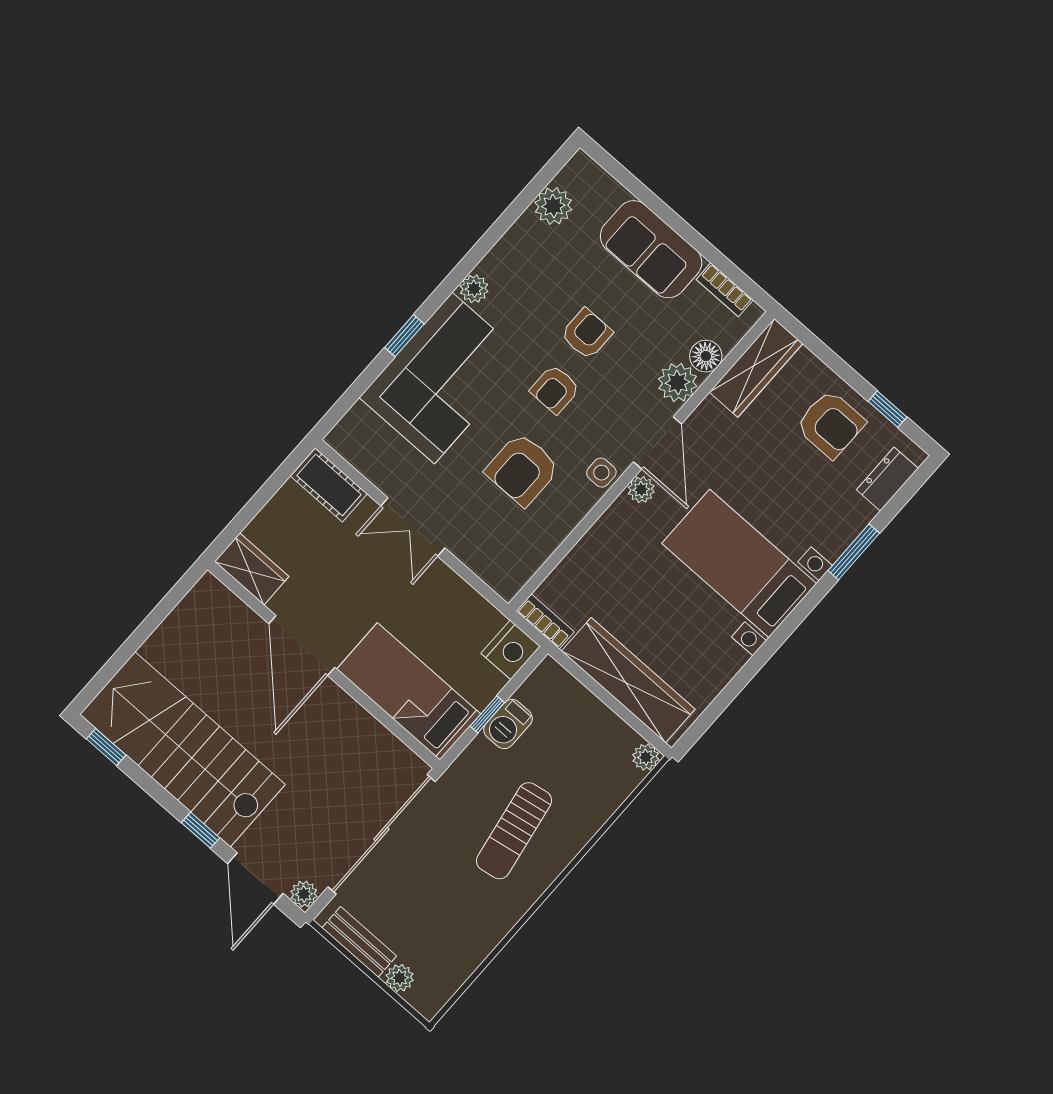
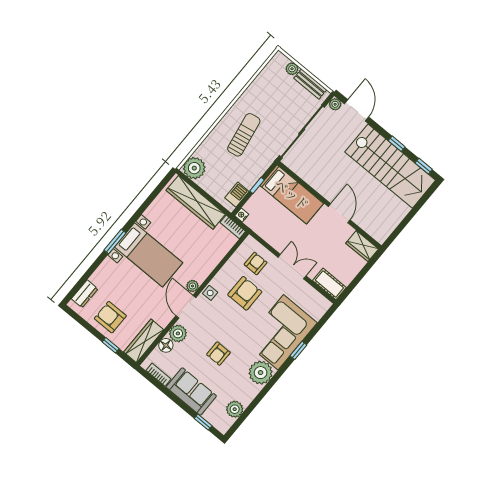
window: (626, 179) -> (203, 422), added
plant: (474, 289) -> (261, 373), width x1.88, depth x1.88
armchair: (555, 389) -> (256, 264), moved
window: (888, 409) -> (111, 345), moved
window: (854, 552) -> (115, 241), moved
door: (302, 646) -> (339, 213), width x0.73
nightstand: (511, 650) -> (242, 215), width x0.53, depth x0.56
barbecue: (508, 724) -> (237, 195), moved
plant: (646, 757) -> (194, 168), width x1.88, depth x1.88
window: (201, 830) -> (397, 144), moved

